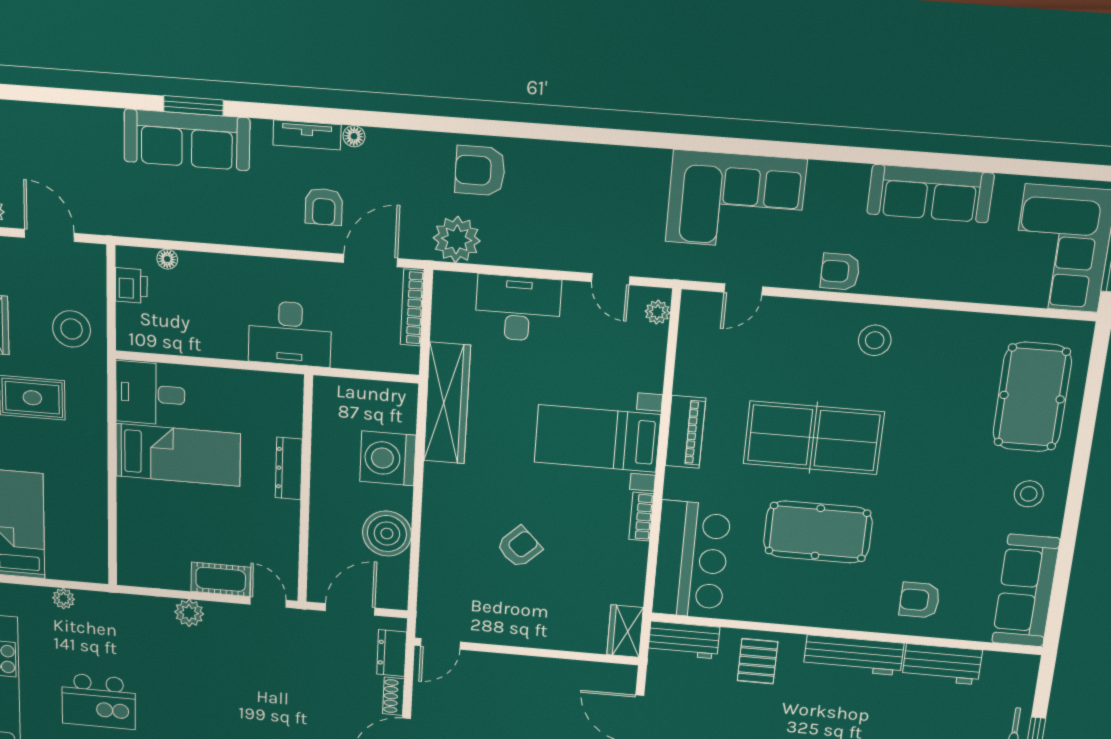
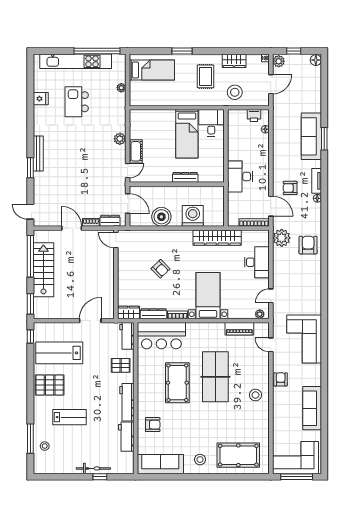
piano: (685, 432) -> (239, 329), moved
dresser: (633, 573) -> (153, 314), added
armchair: (920, 600) -> (153, 425), turned 90

